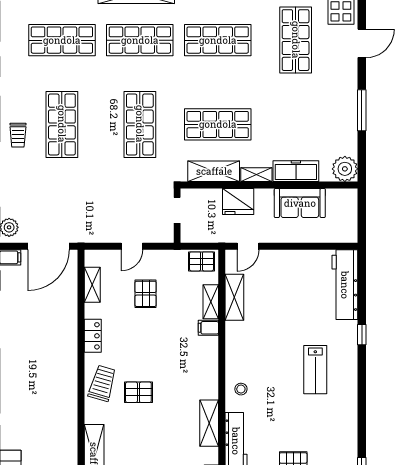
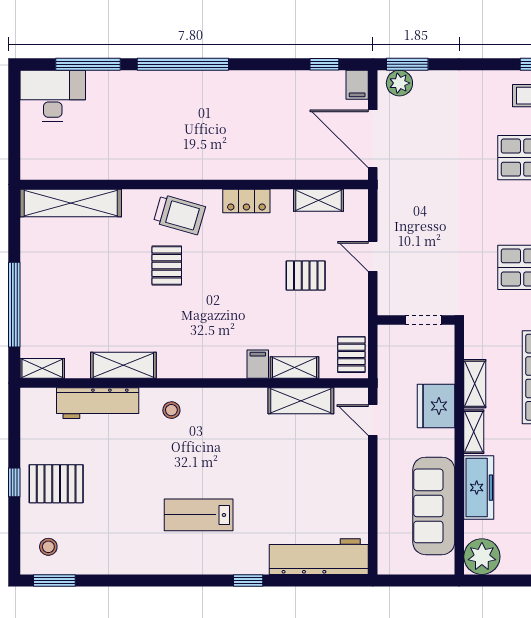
shelving: (214, 171) -> (475, 384), width x0.67, depth x0.75
sofa: (300, 203) -> (434, 506), width x1.36

